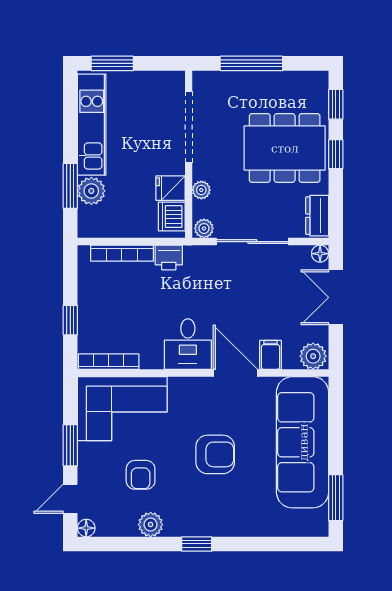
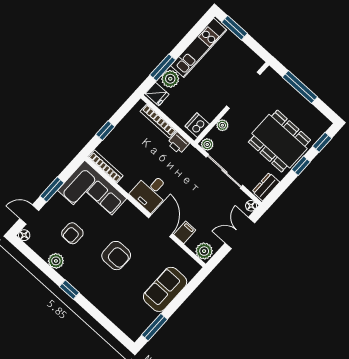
fridge: (171, 188) -> (157, 94), moved, turned 180
sofa: (303, 442) -> (165, 289), width x0.54, depth x0.79

